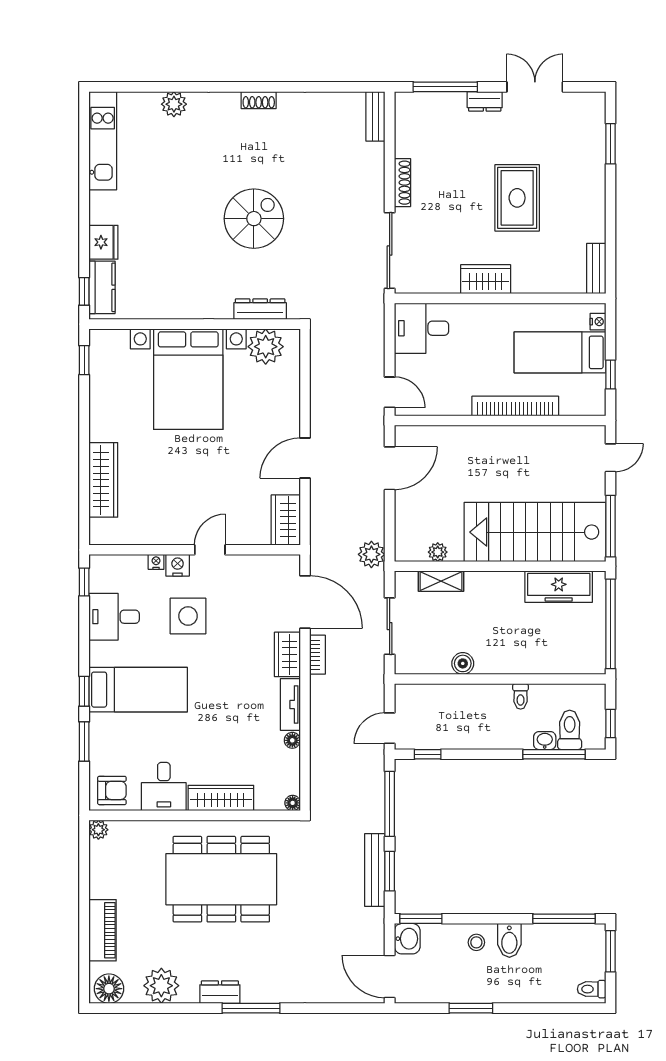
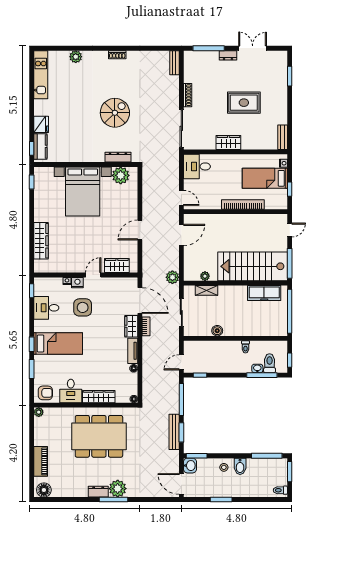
rug: (517, 198) -> (244, 103), turned 90
wardrobe: (286, 520) -> (117, 266), moved, turned 90
plant: (161, 986) -> (118, 489), moved

